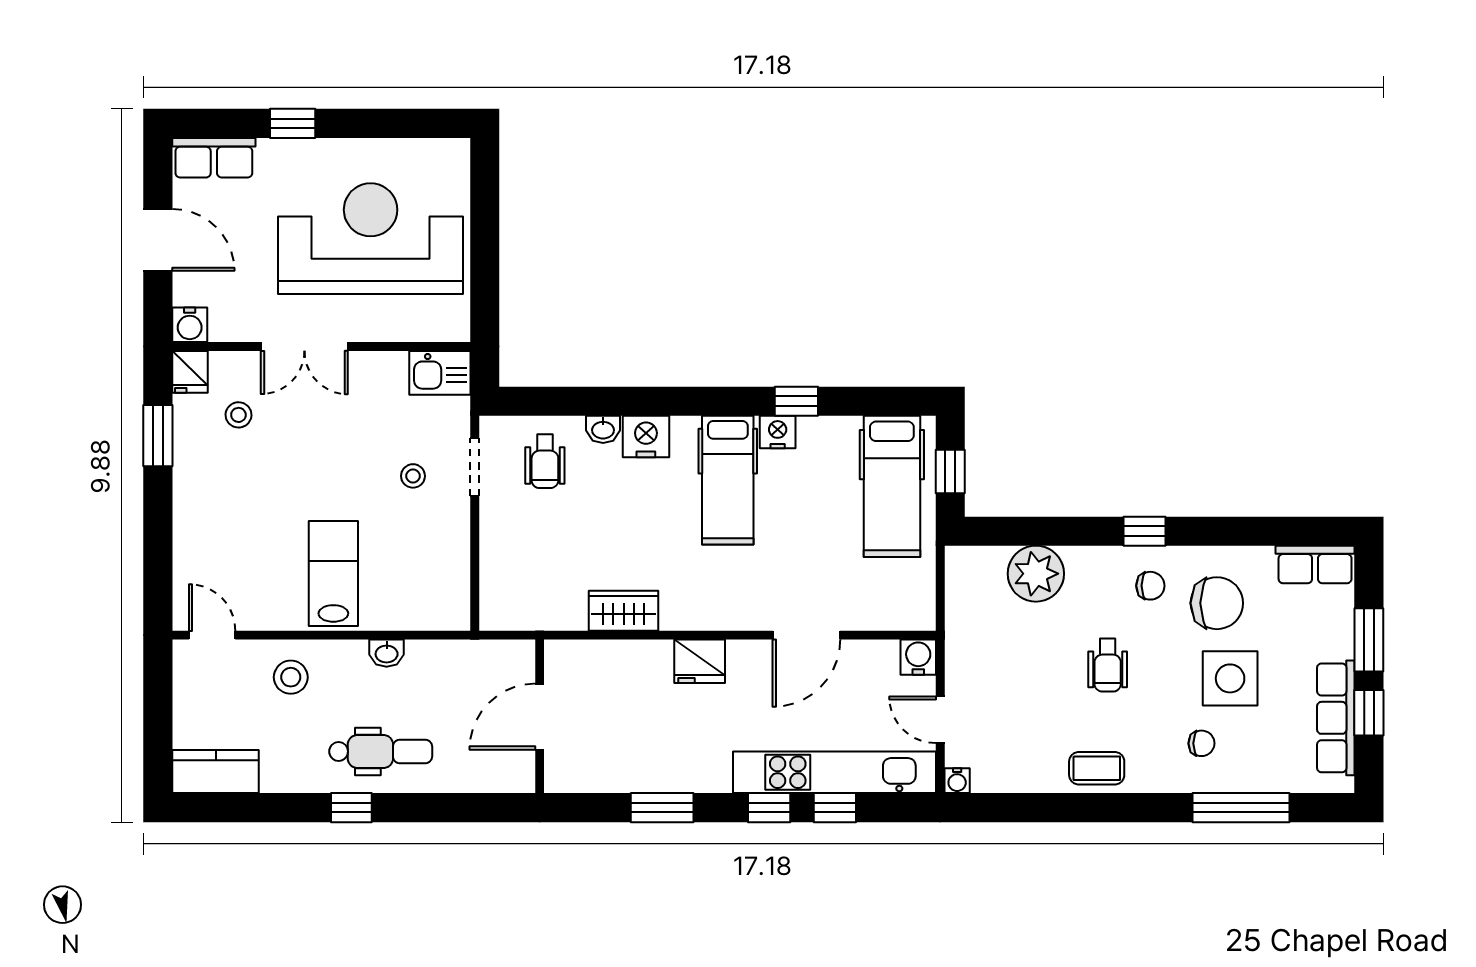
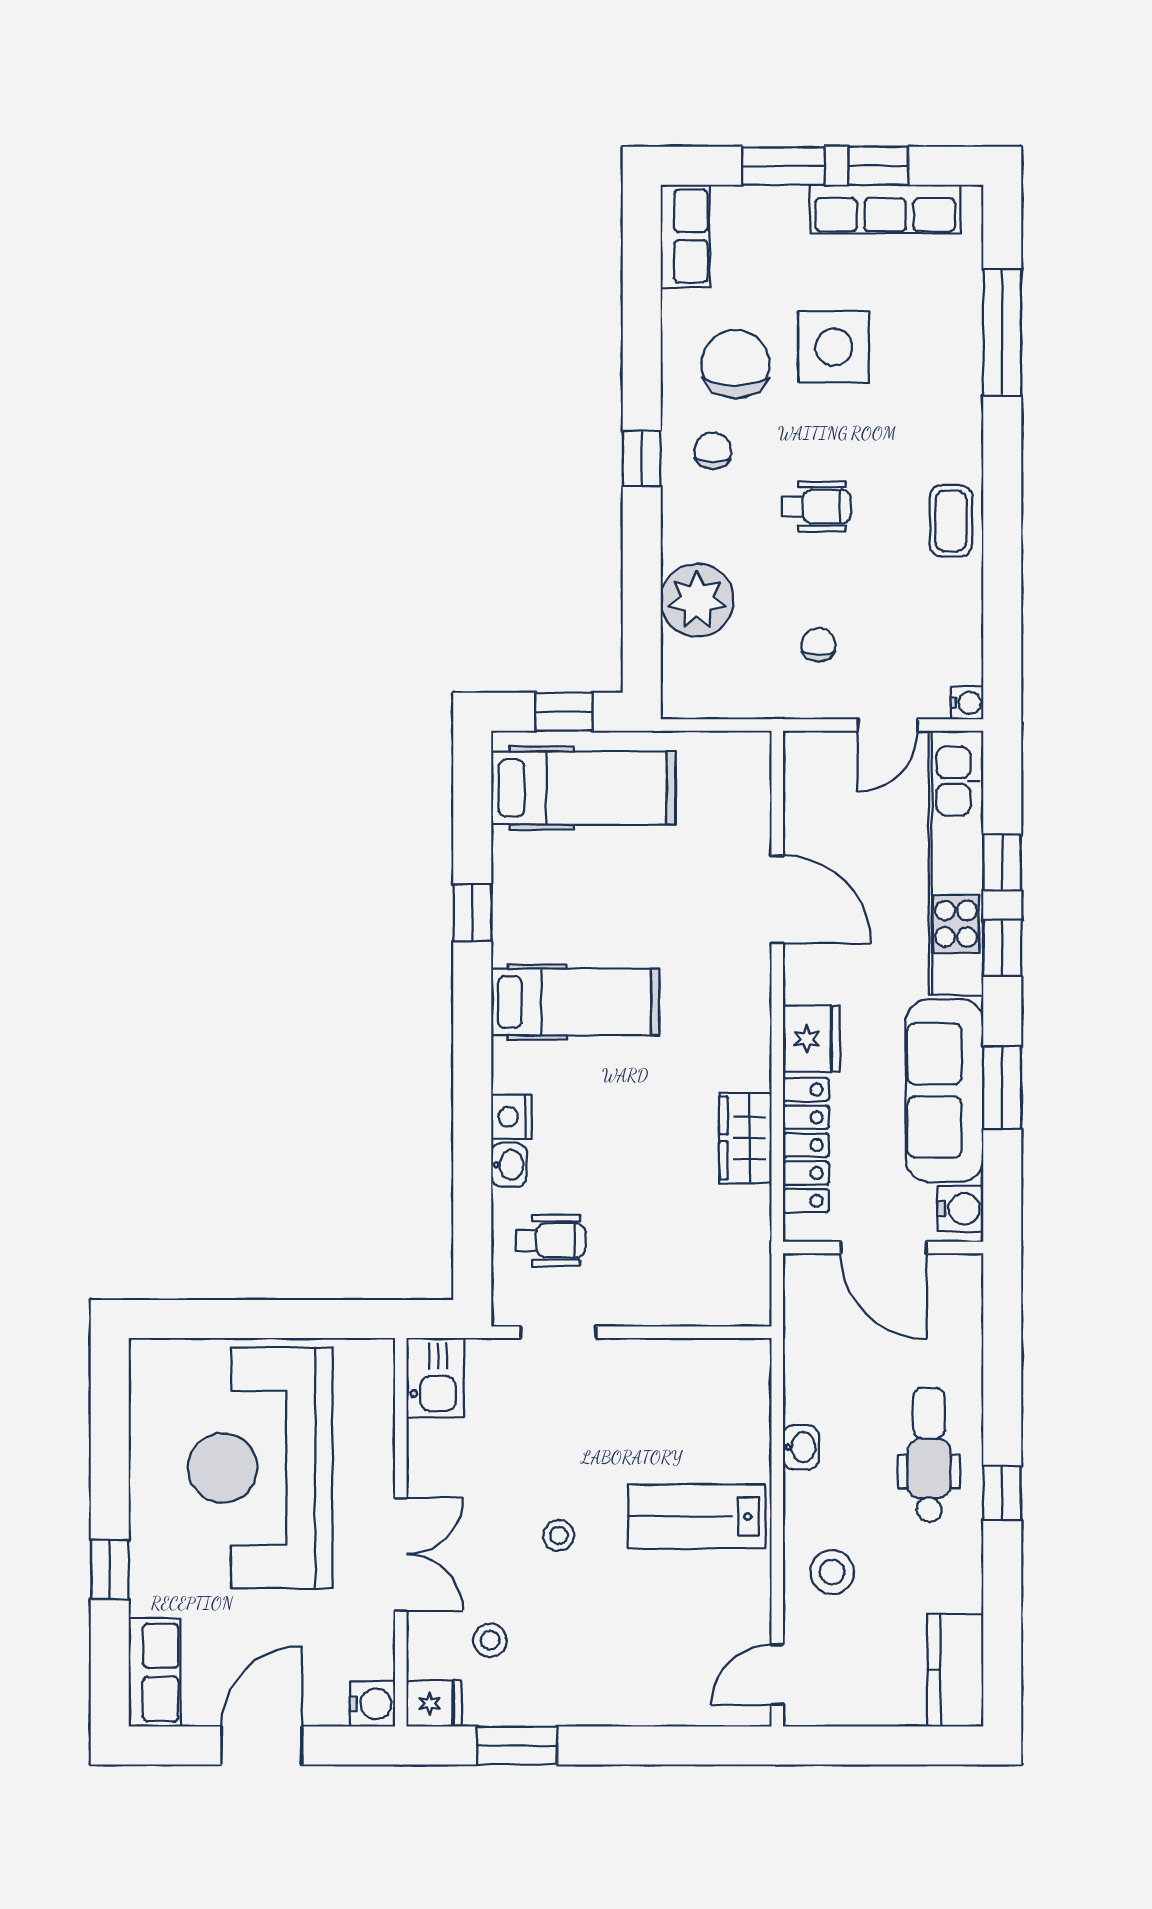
nightstand: (778, 432) -> (512, 937), removed
nightstand: (646, 436) -> (512, 1117), width x0.74, depth x0.75
stool: (413, 476) -> (559, 1535), moved
locker: (618, 657) -> (806, 1145), added
water cooler: (918, 657) -> (960, 1209), moved, turned 180
chair: (1201, 743) -> (818, 645), moved
sofa: (660, 763) -> (945, 1090), added

